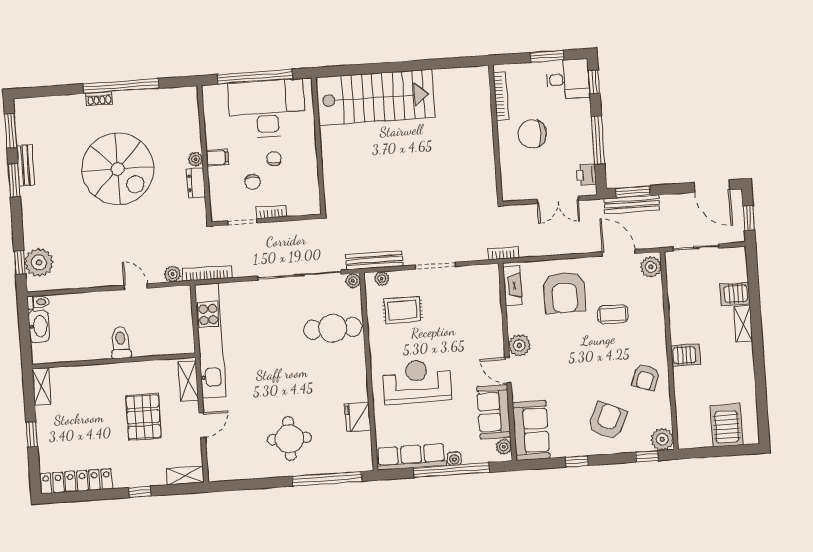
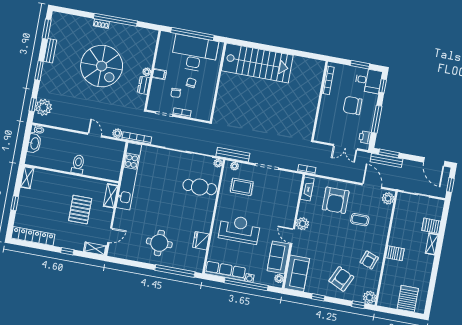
chair: (532, 134) -> (353, 106), moved
window: (14, 180) -> (39, 70), moved
door: (202, 425) -> (110, 235), moved

